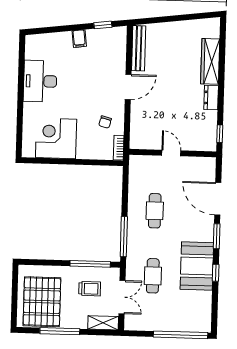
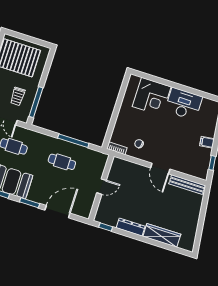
dresser: (211, 98) -> (131, 227), width x1.44
corner desk: (56, 138) -> (152, 97), moved, turned 90
window: (124, 237) -> (73, 141), moved

